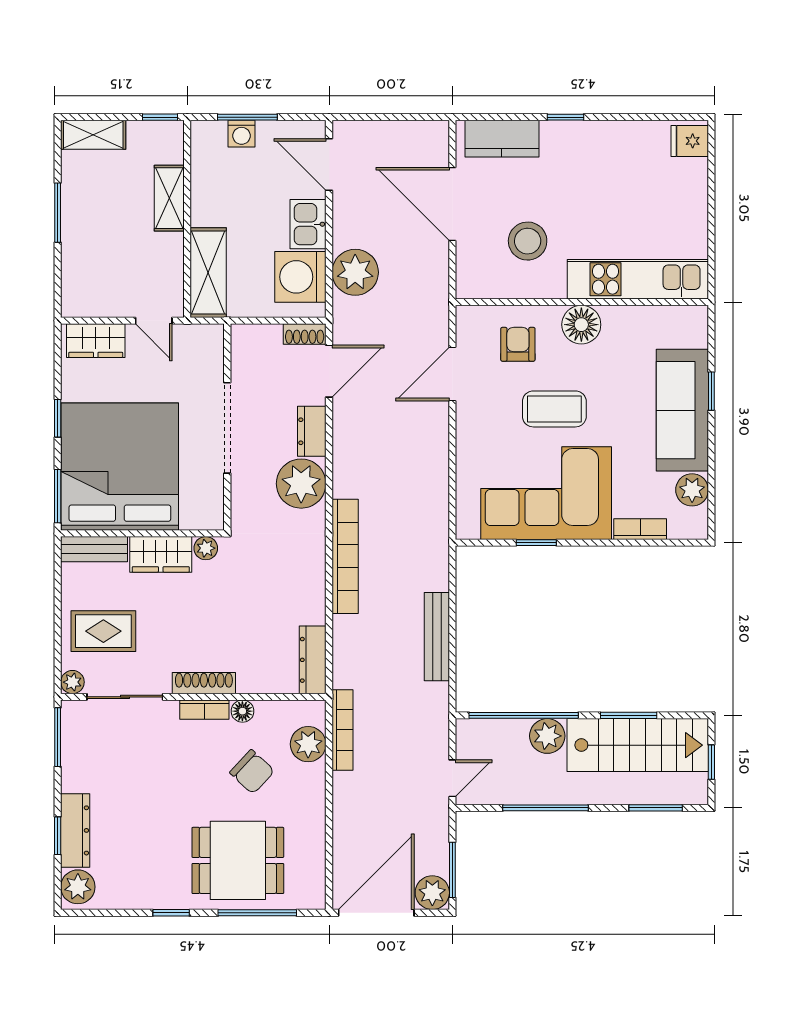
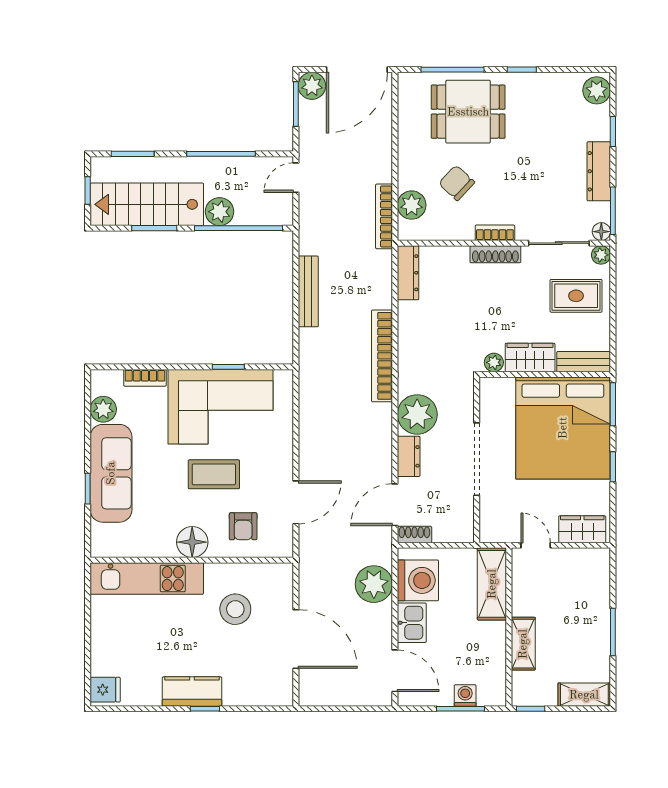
kitchen counter: (502, 139) -> (192, 691), moved
floor lamp: (242, 711) -> (601, 232), moved
dresser: (75, 830) -> (599, 171), moved

